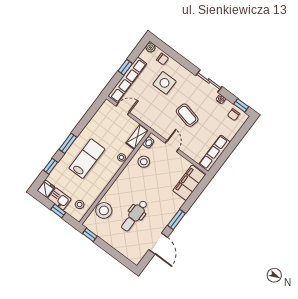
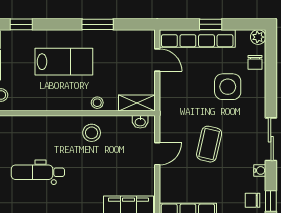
window: (68, 143) -> (98, 24), moved
stool: (144, 162) -> (92, 133), moved
stool: (104, 210) -> (16, 130), removed

